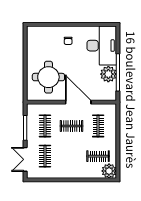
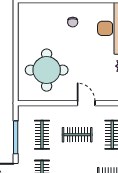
door: (78, 102) -> (86, 103), width x0.53

